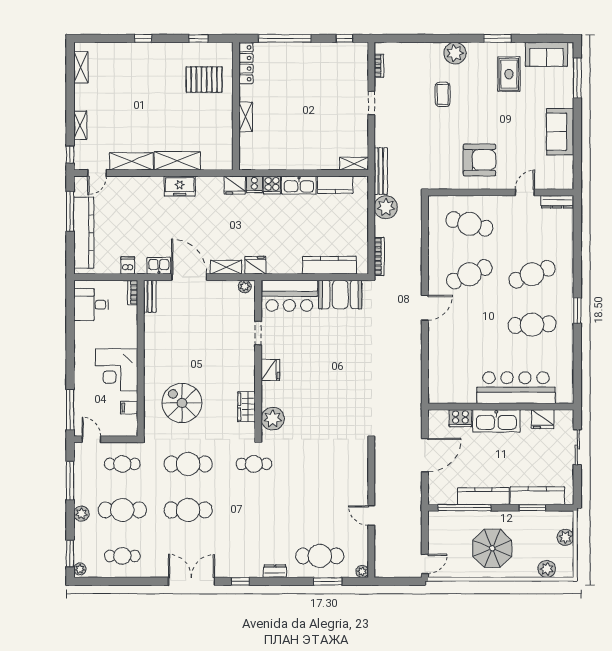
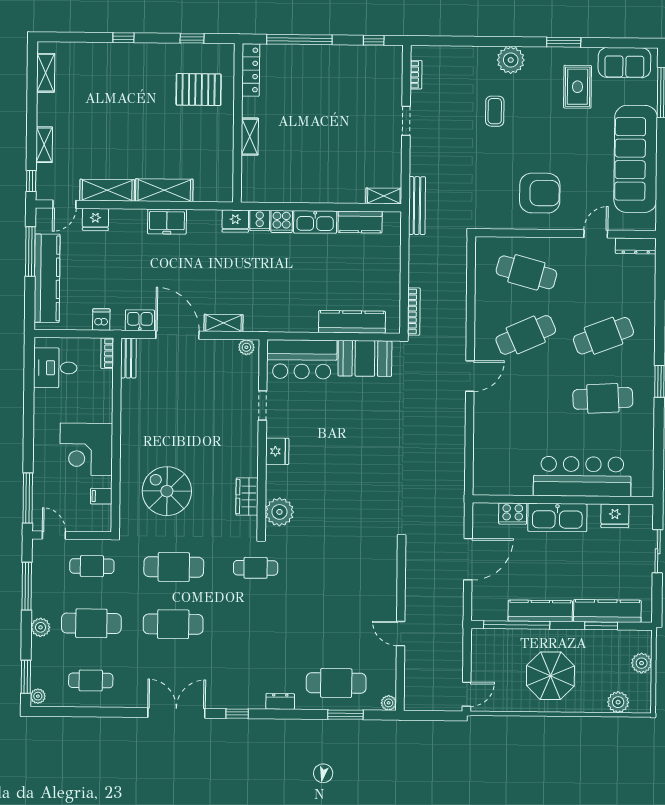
sofa: (560, 132) -> (636, 159), width x1.85, depth x1.27
plant: (386, 207) -> (423, 251), removed
fridge: (255, 265) -> (95, 219), moved, turned 180

